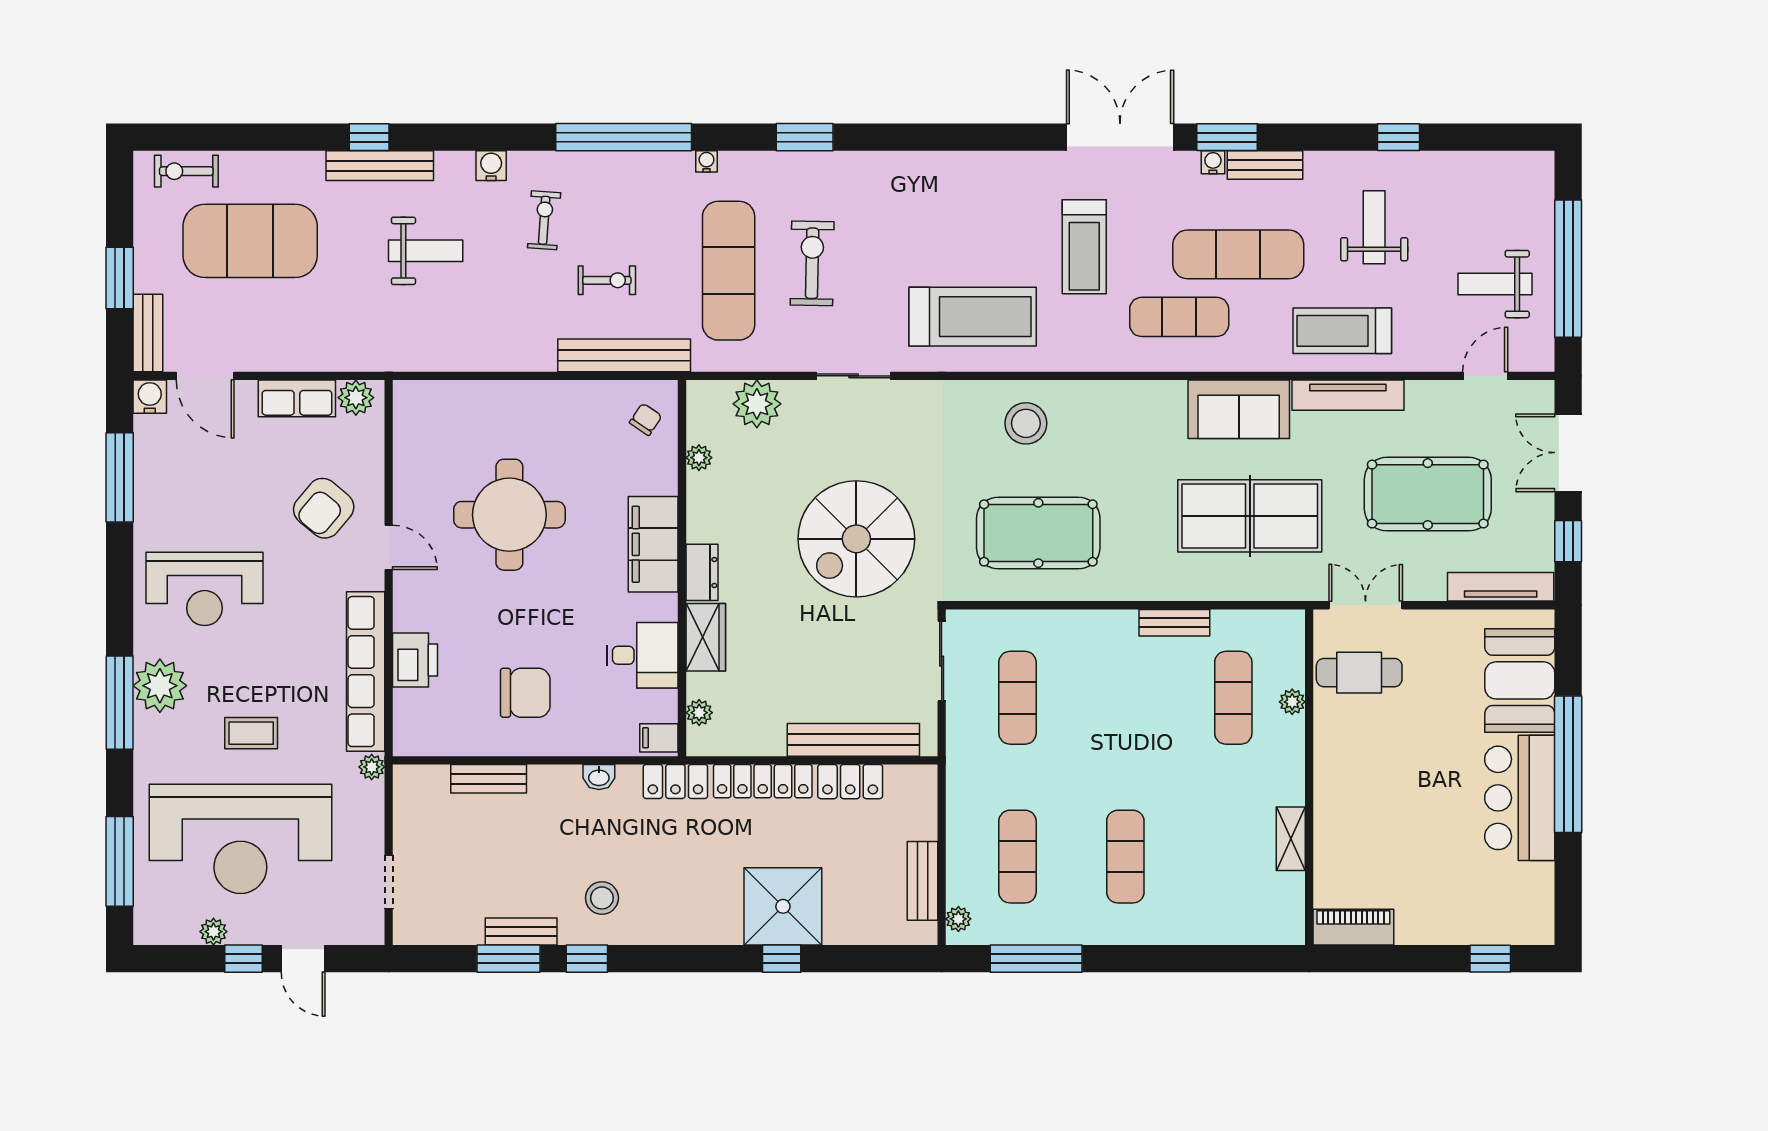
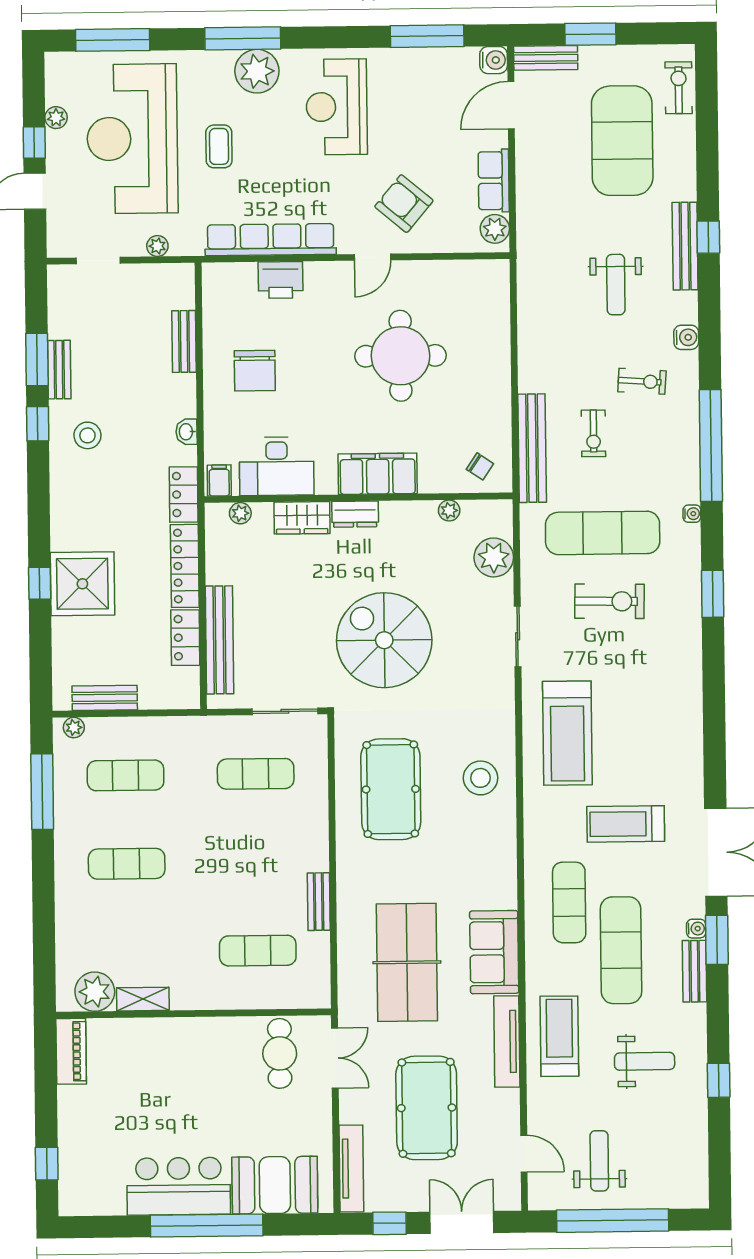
desk: (642, 655) -> (277, 466), width x1.37
plant: (1292, 702) -> (95, 992), moved, width x1.88, depth x1.88
plant: (372, 767) -> (157, 246), moved

